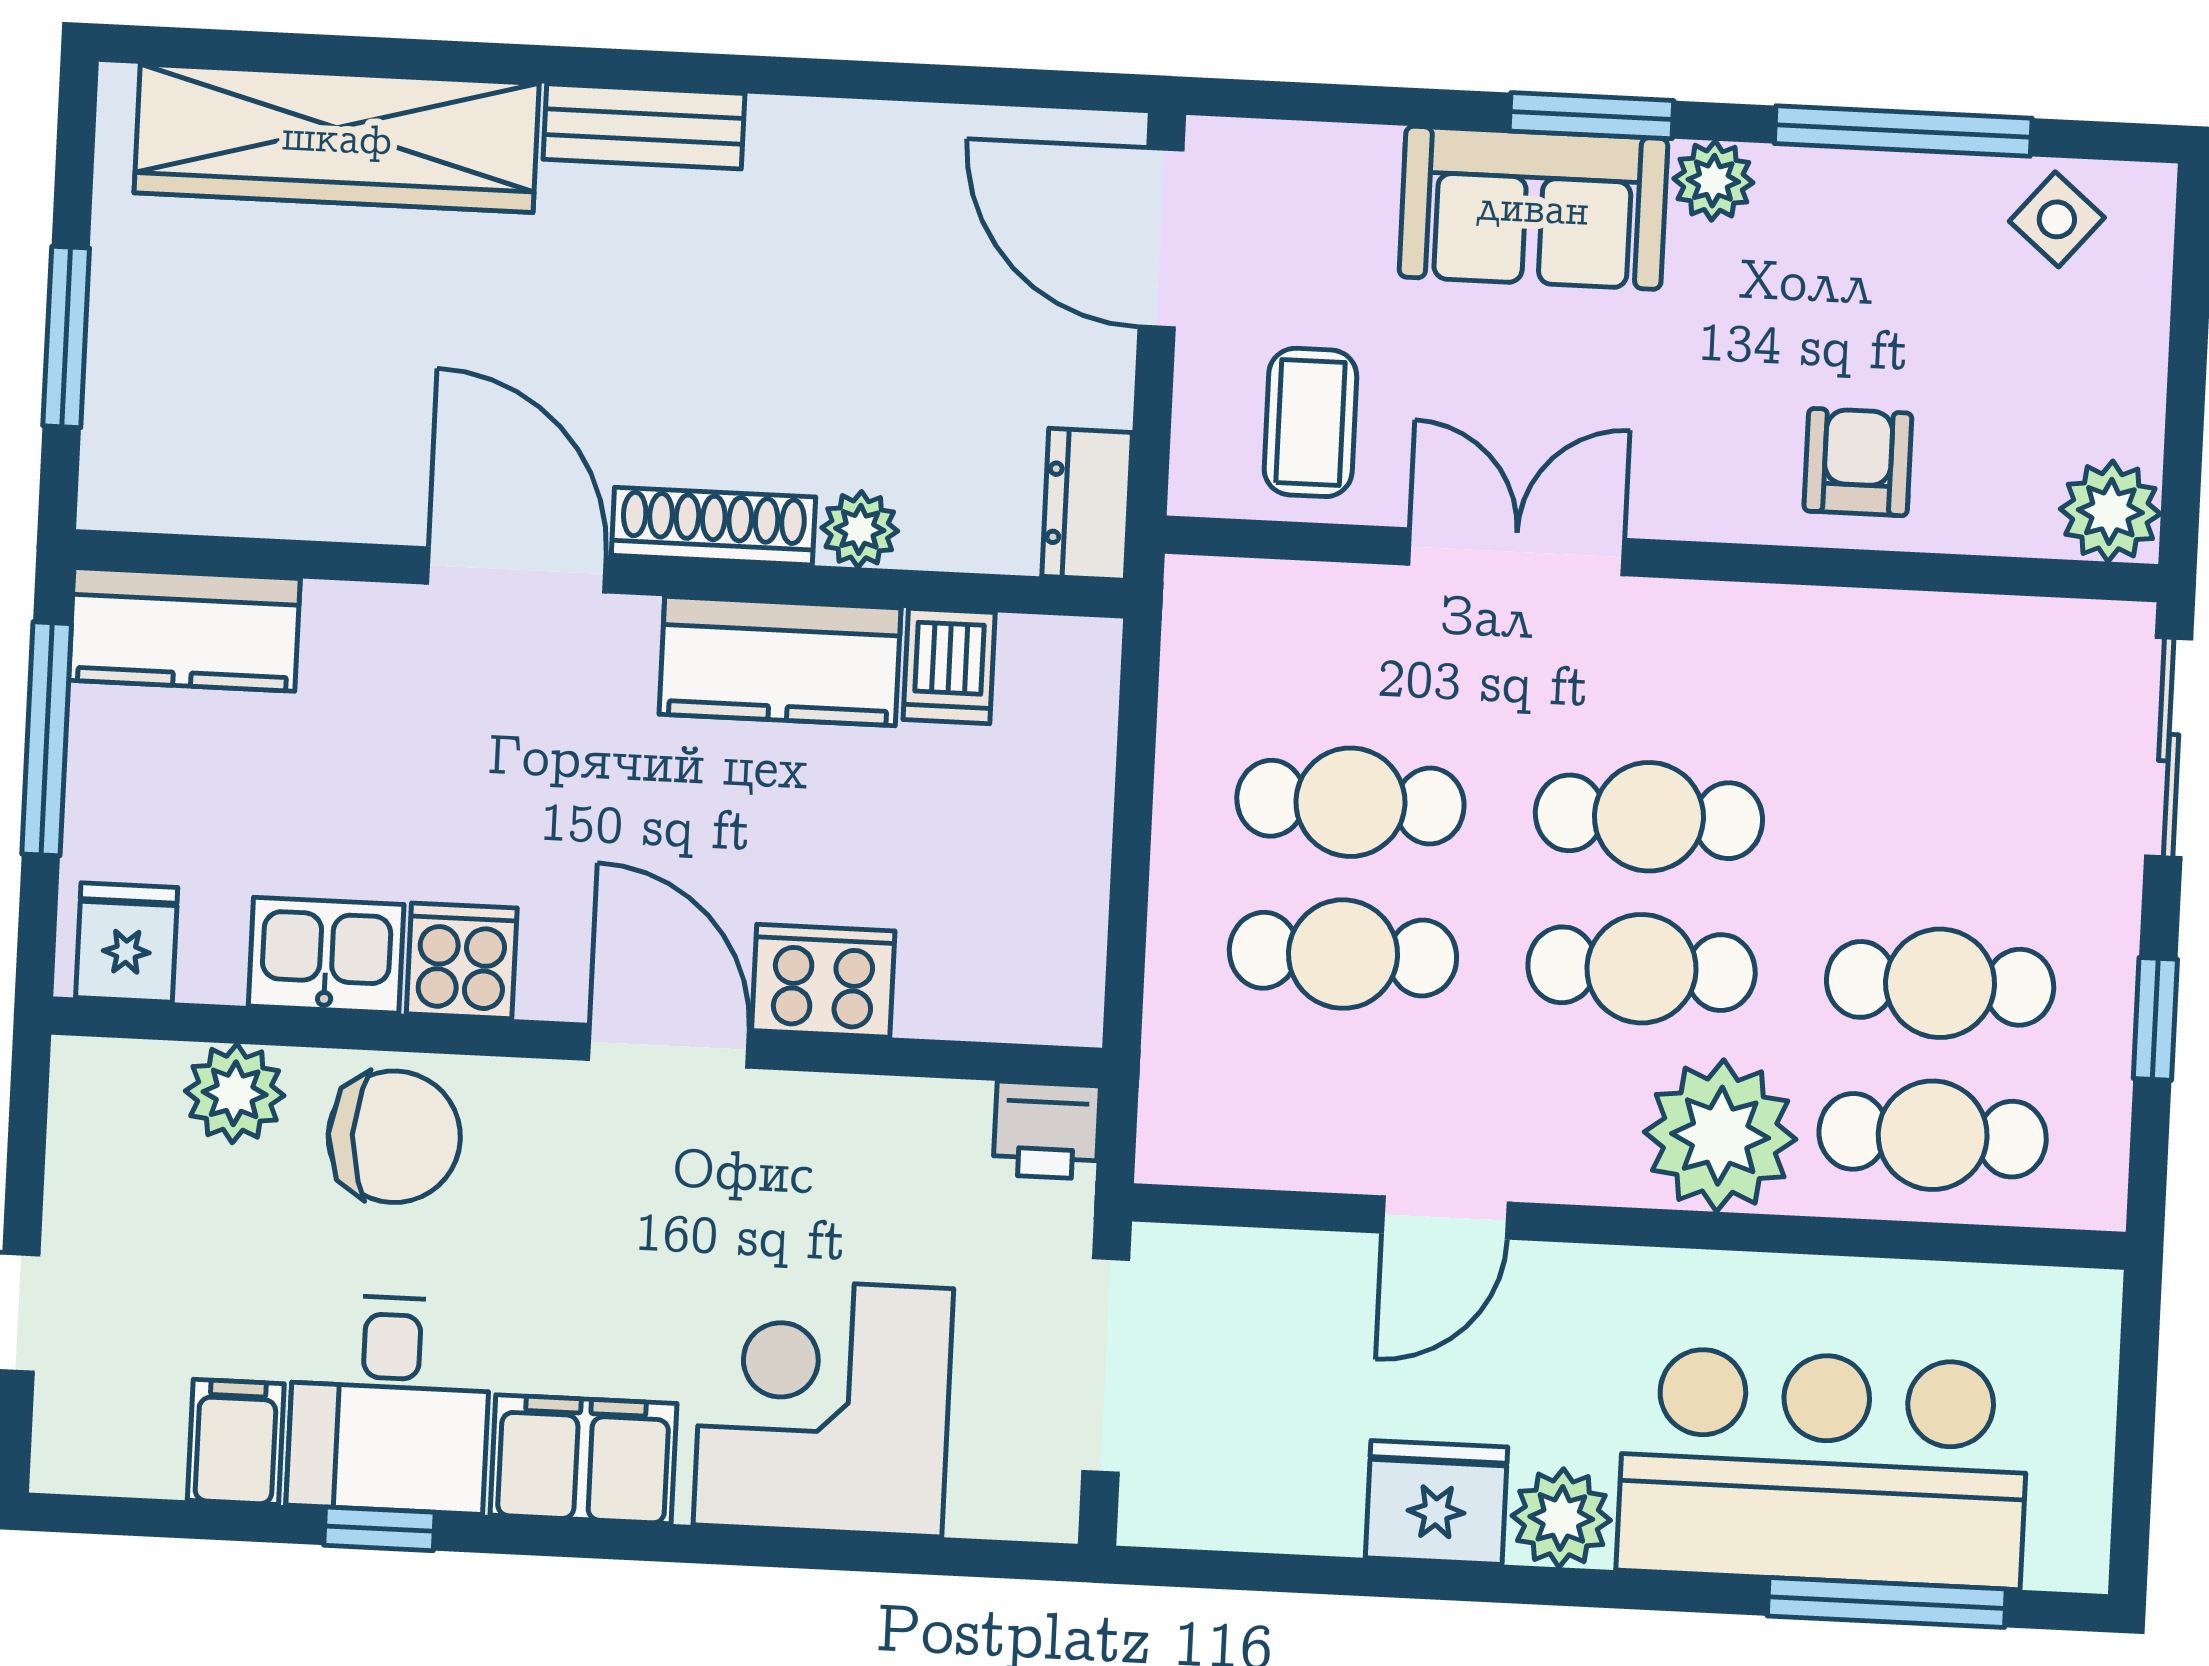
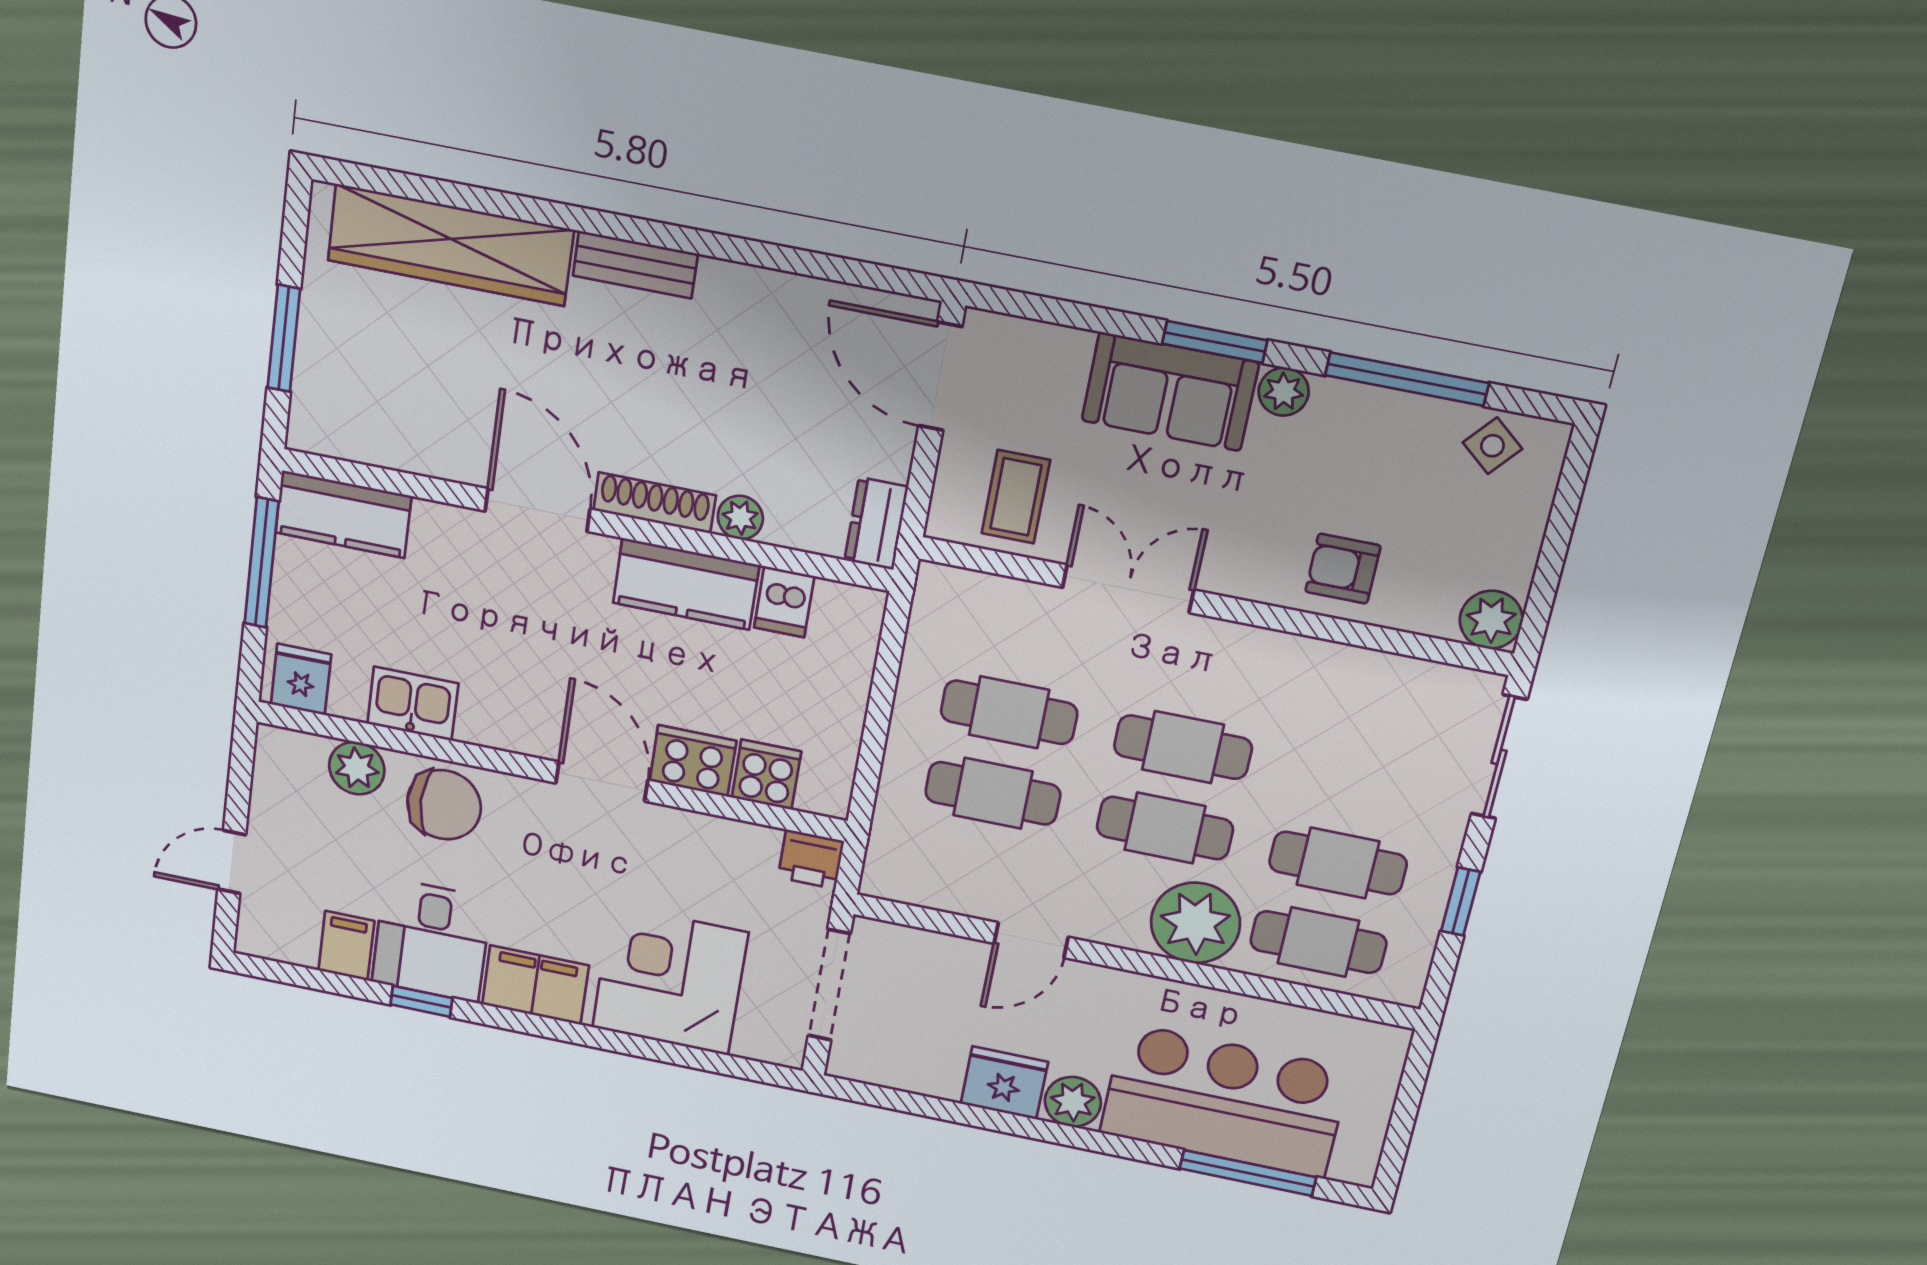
armchair: (1858, 462) -> (1343, 569), turned -90
cooker: (462, 961) -> (766, 775), moved

